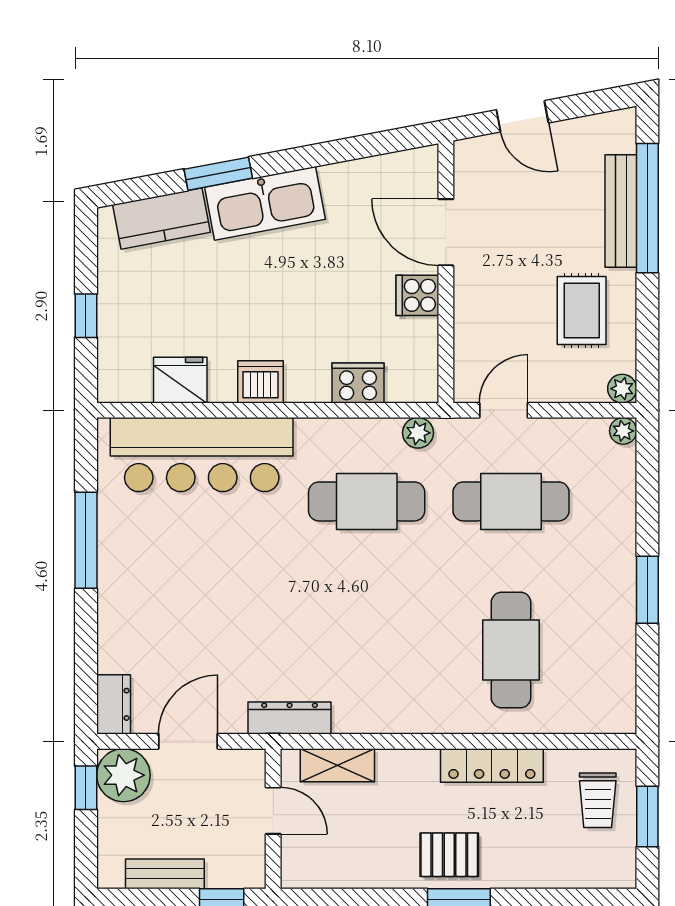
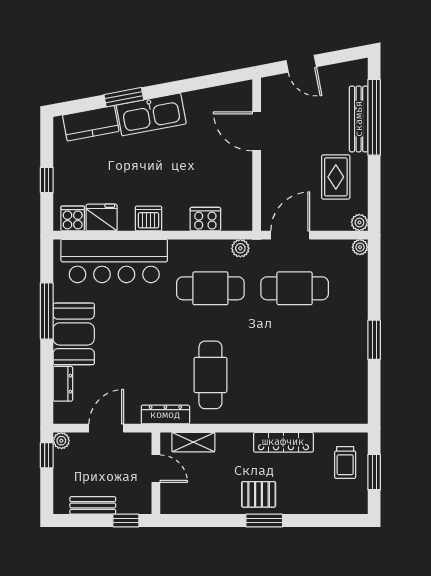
cooker: (417, 295) -> (73, 218), moved, turned 90
door: (504, 410) -> (290, 235), width x1.38
booth: (132, 580) -> (74, 334), added
cafe table: (511, 650) -> (210, 375), moved
dresser: (114, 704) -> (63, 384), moved
plant: (123, 775) -> (61, 441), width x0.53, depth x0.53

